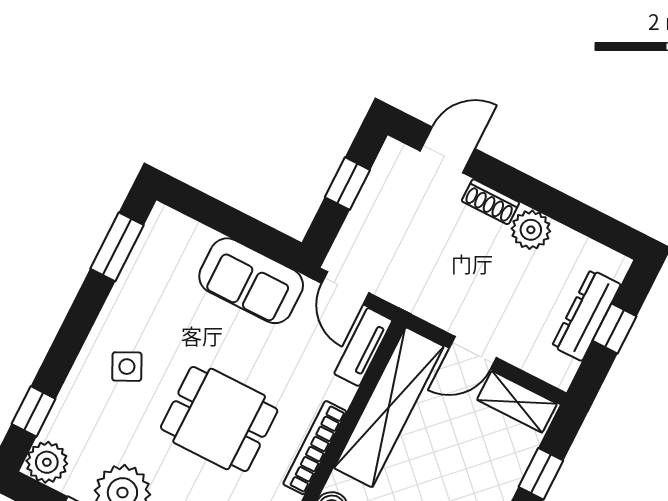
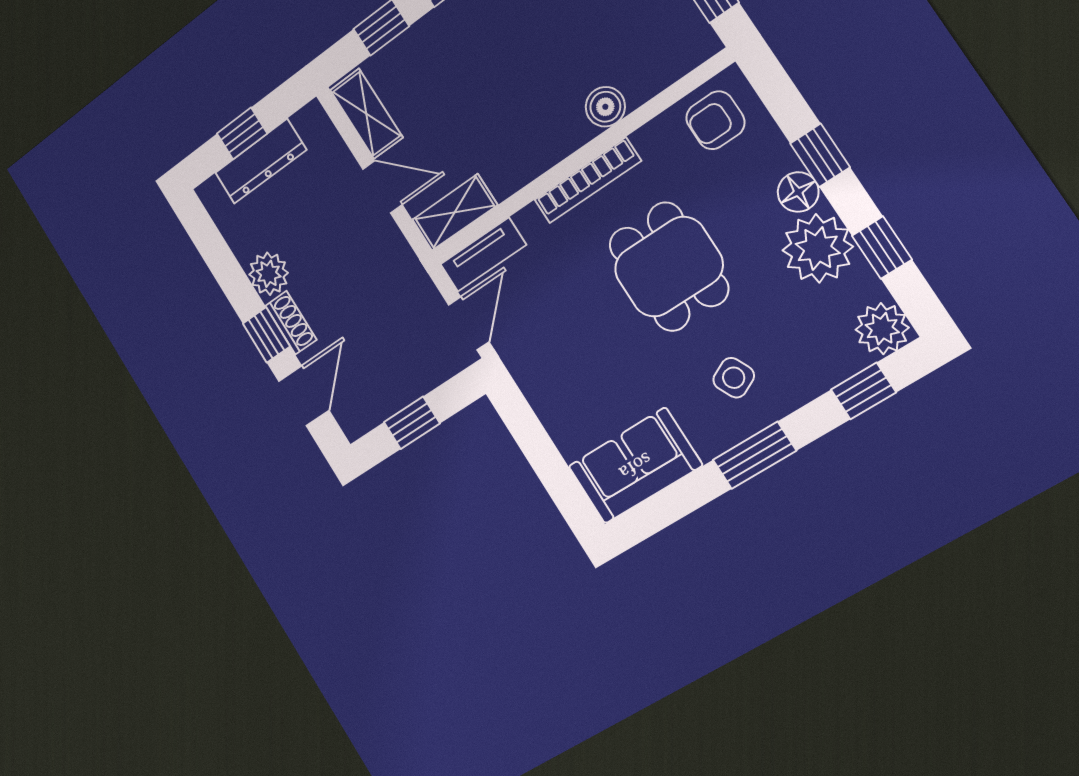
door: (447, 150) -> (304, 396), swing flipped
window: (506, 179) -> (266, 335), added
window: (117, 247) -> (754, 455), moved
sofa: (251, 281) -> (635, 466), moved, turned -90
shelving: (389, 407) -> (455, 212), width x0.45, depth x0.75

